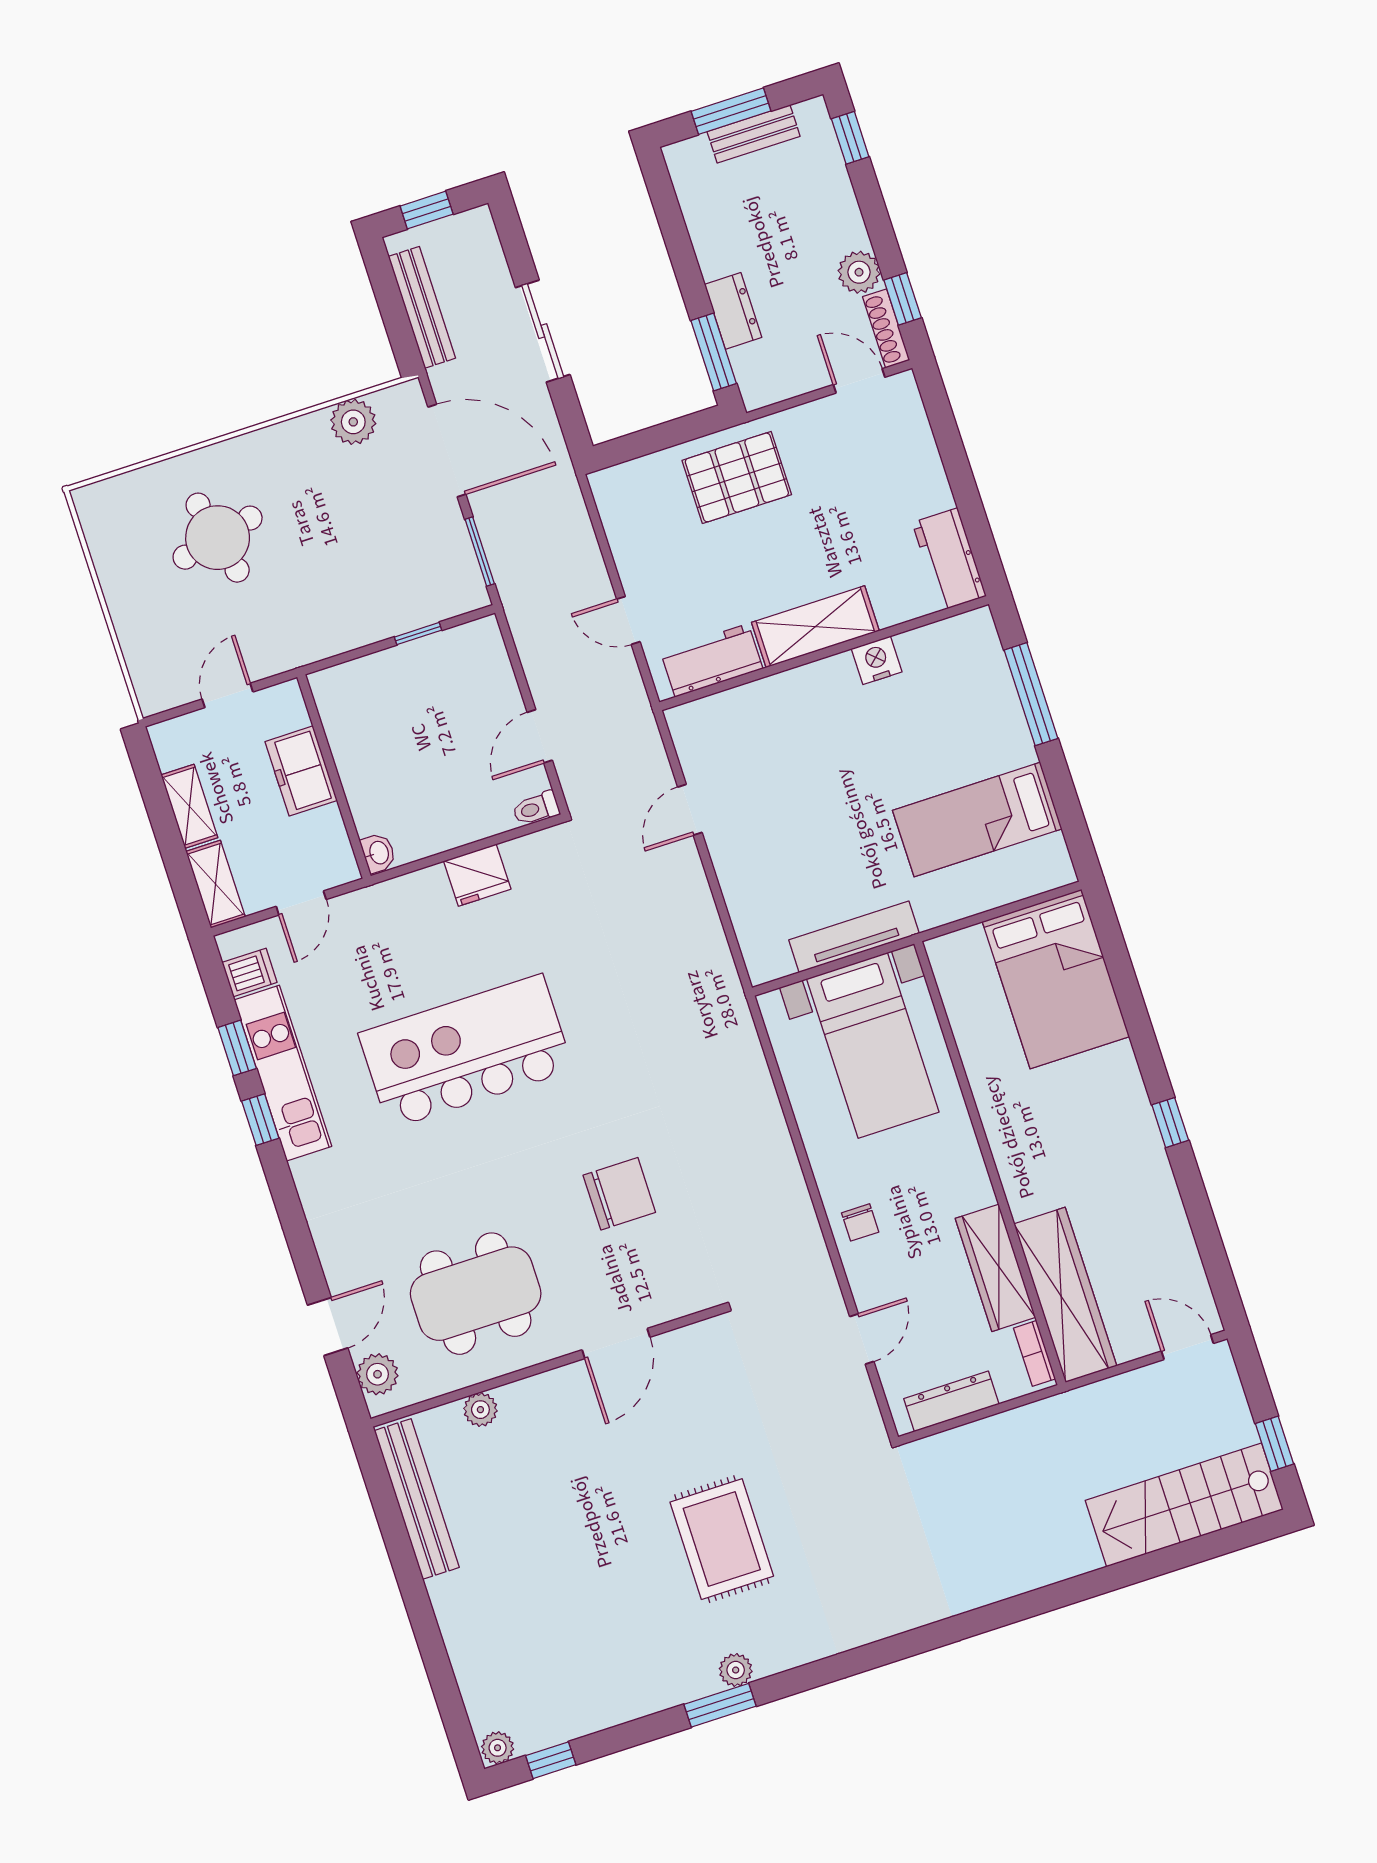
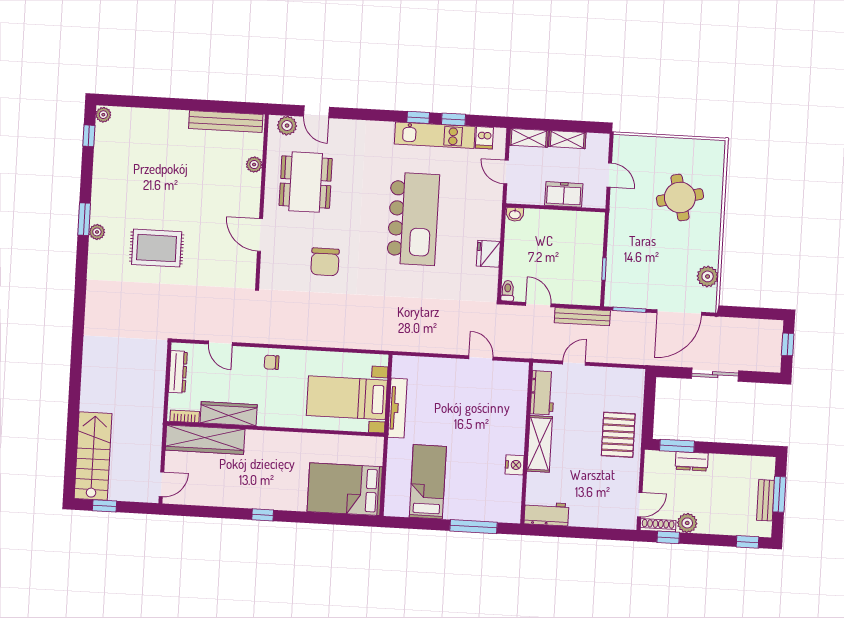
bench: (422, 307) -> (582, 317), moved

